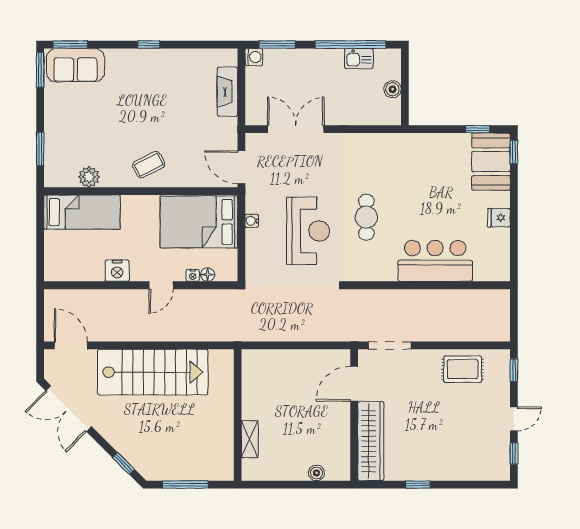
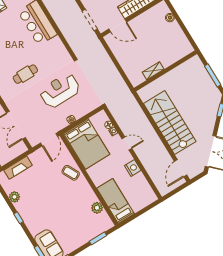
plant: (185, 58) -> (14, 197), added
coffee table: (149, 165) -> (71, 173), moved
cafe table: (366, 217) -> (25, 74), moved
shelving: (250, 439) -> (153, 71), moved

